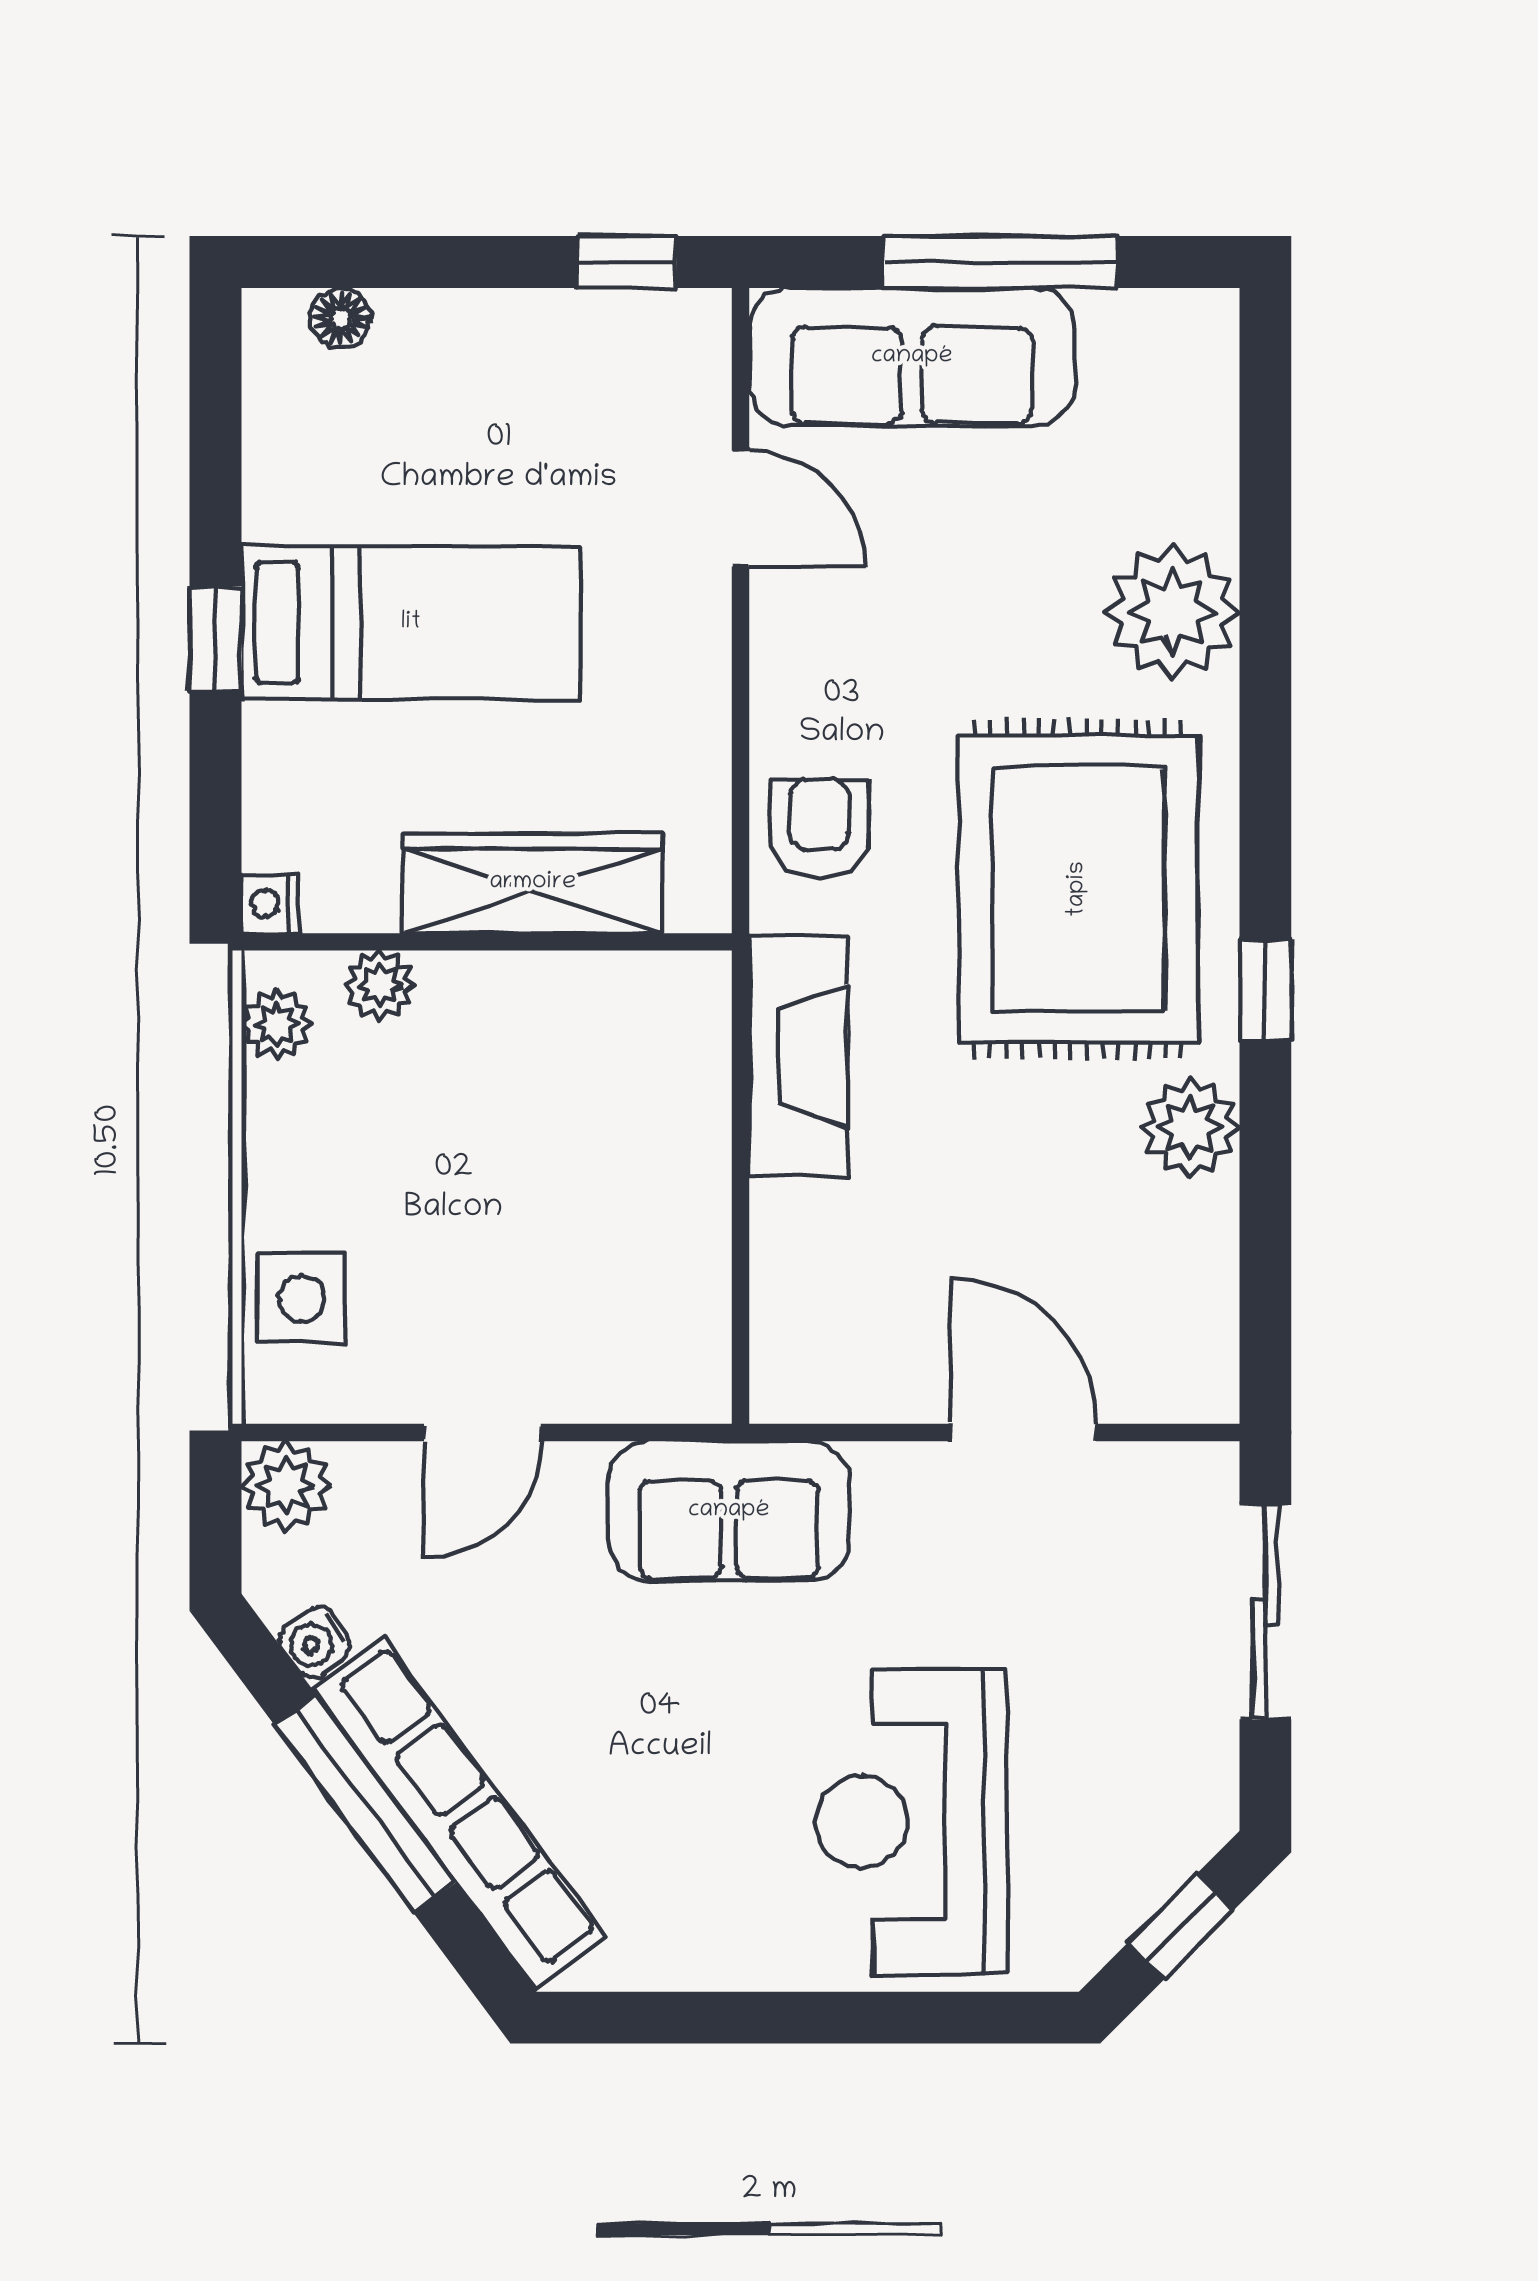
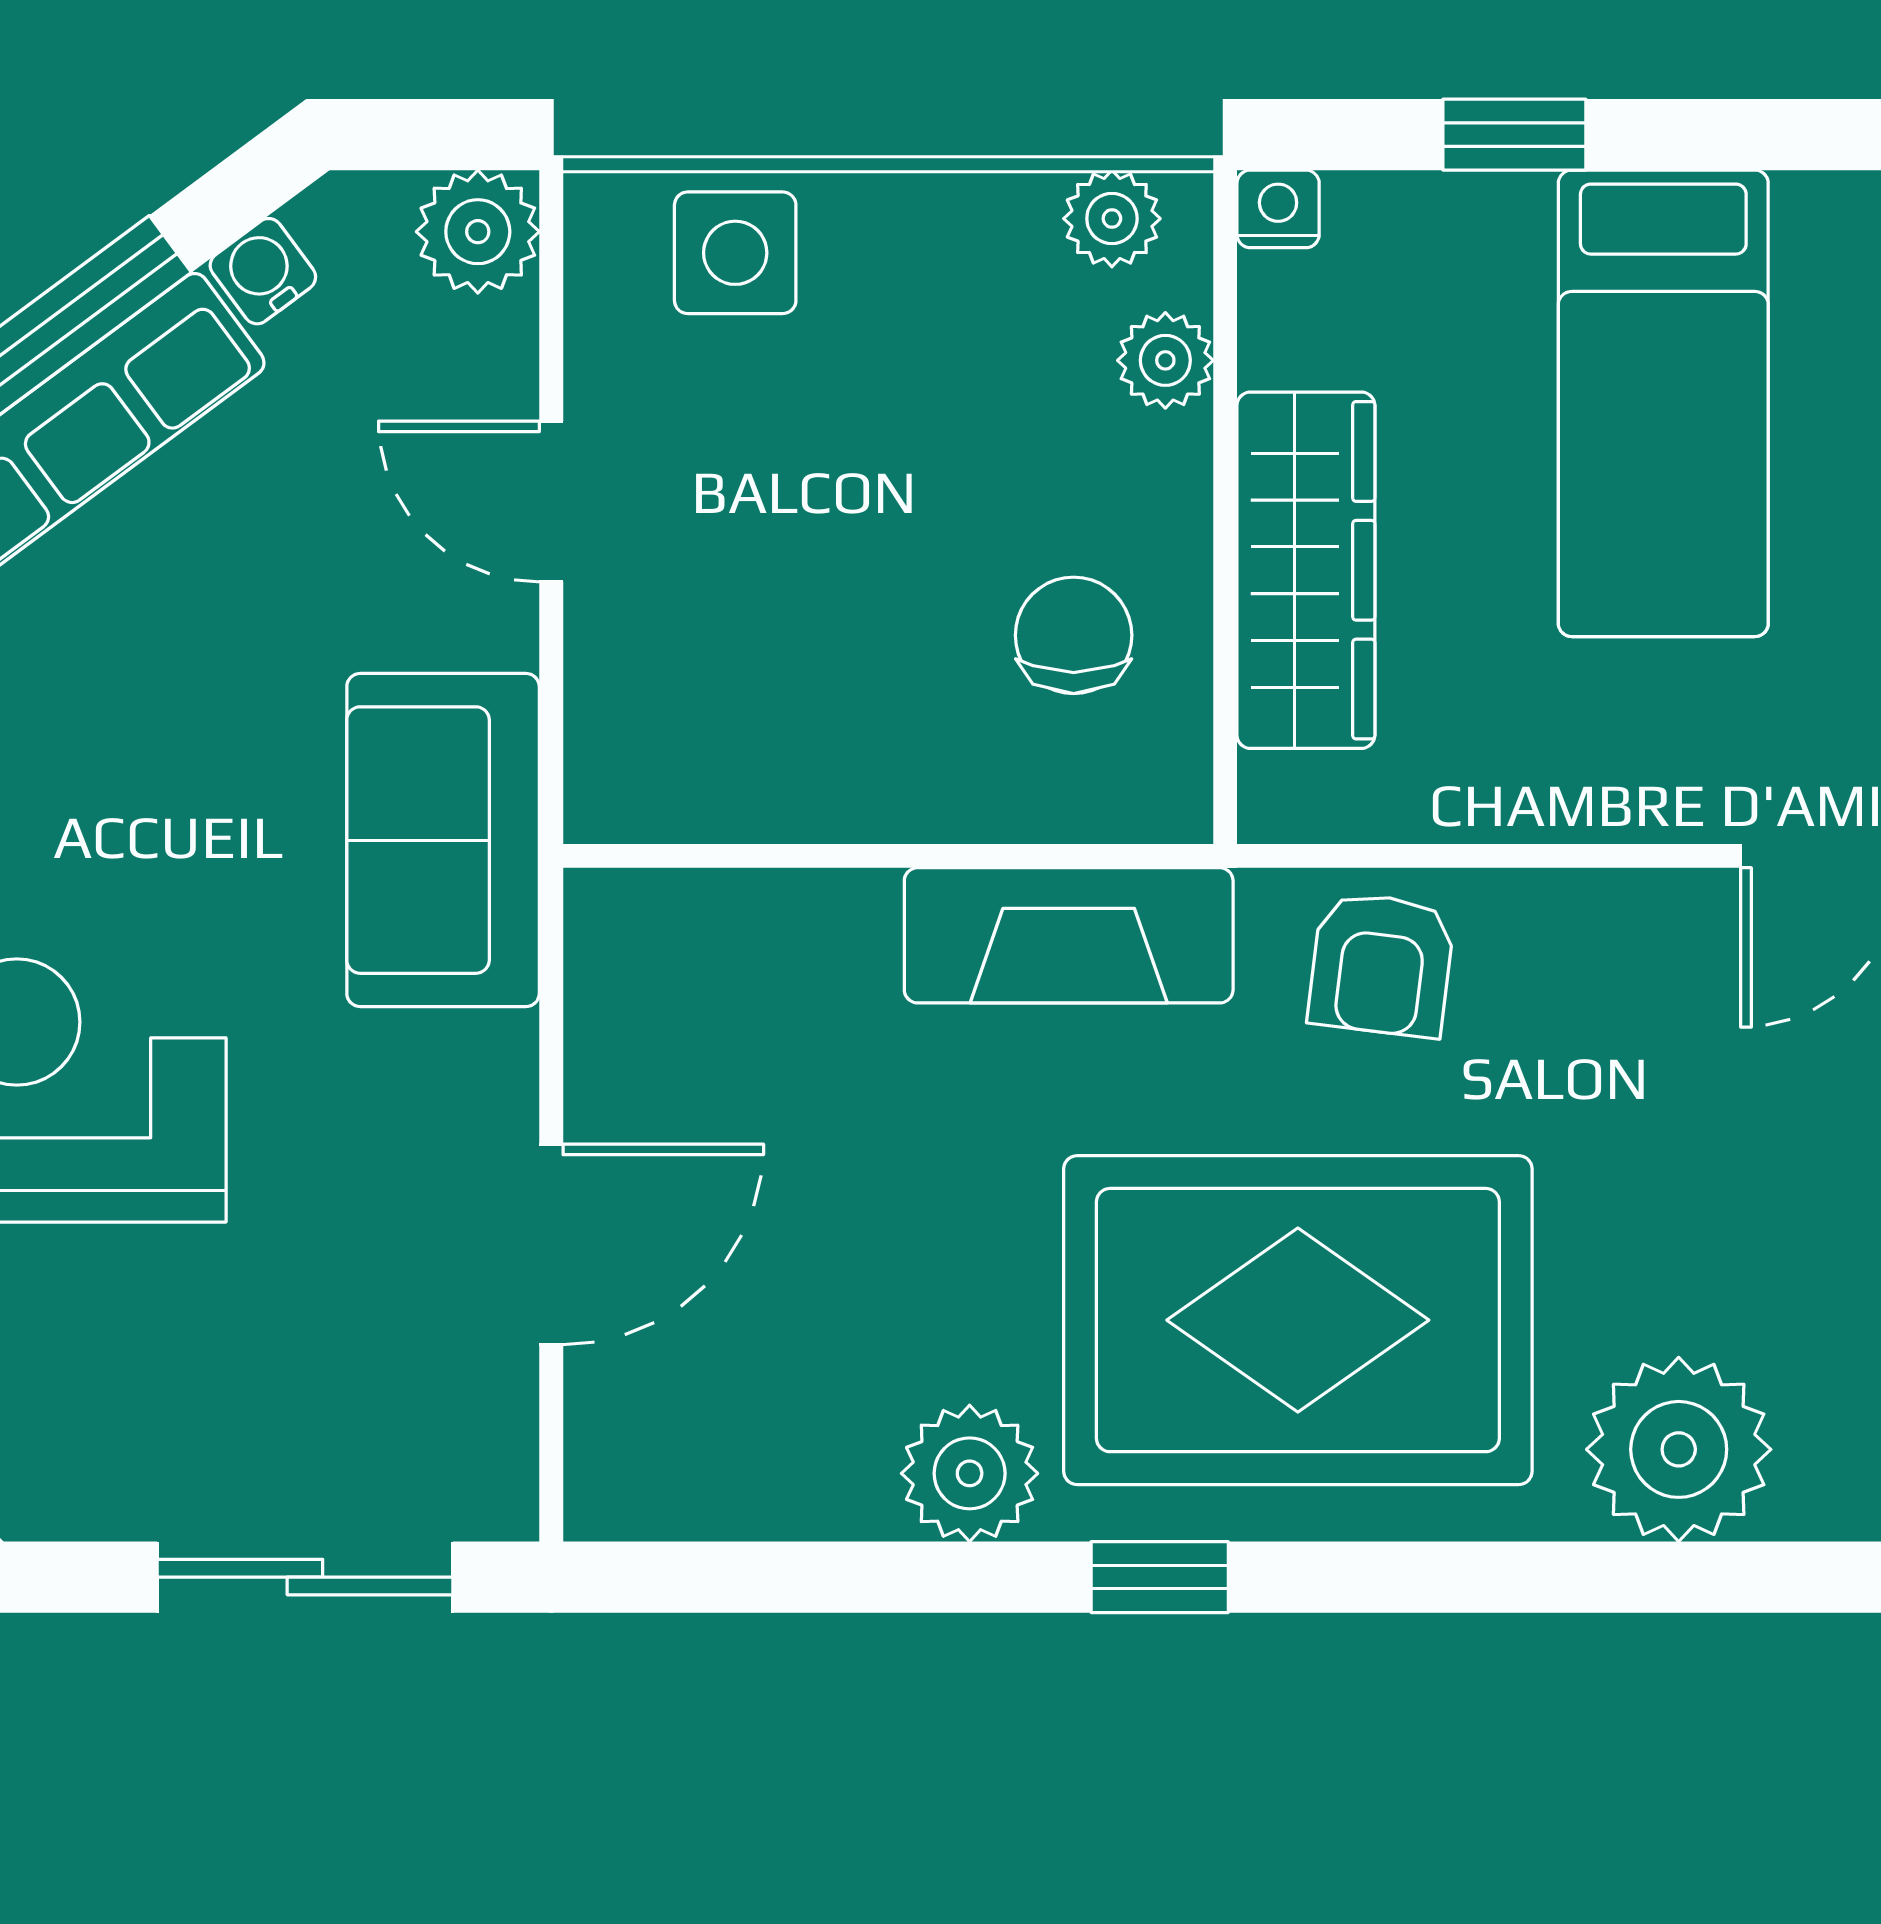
window: (215, 639) -> (1514, 135), moved
armchair: (819, 828) -> (1381, 964), turned 97
chair: (580, 1052) -> (1074, 635), added

